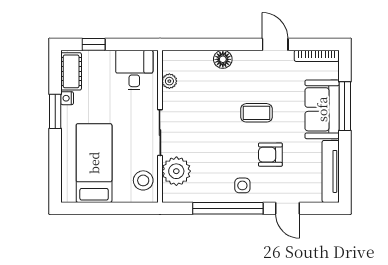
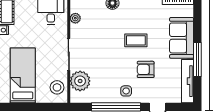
window: (345, 106) -> (197, 60), moved

